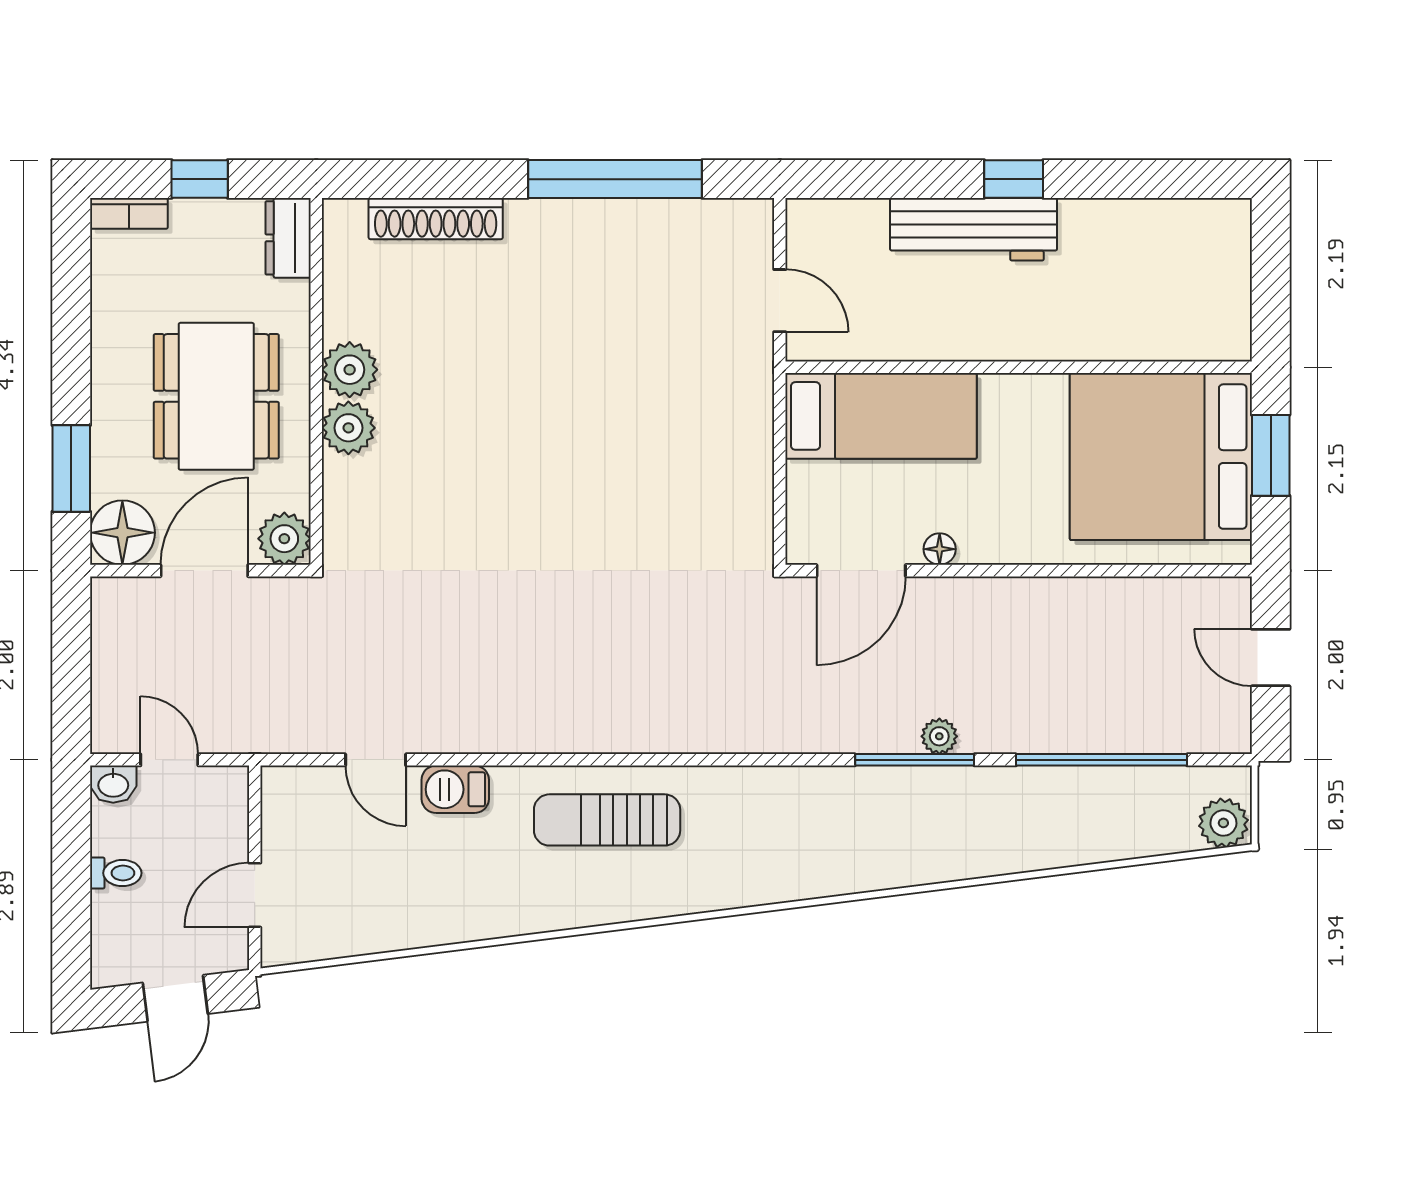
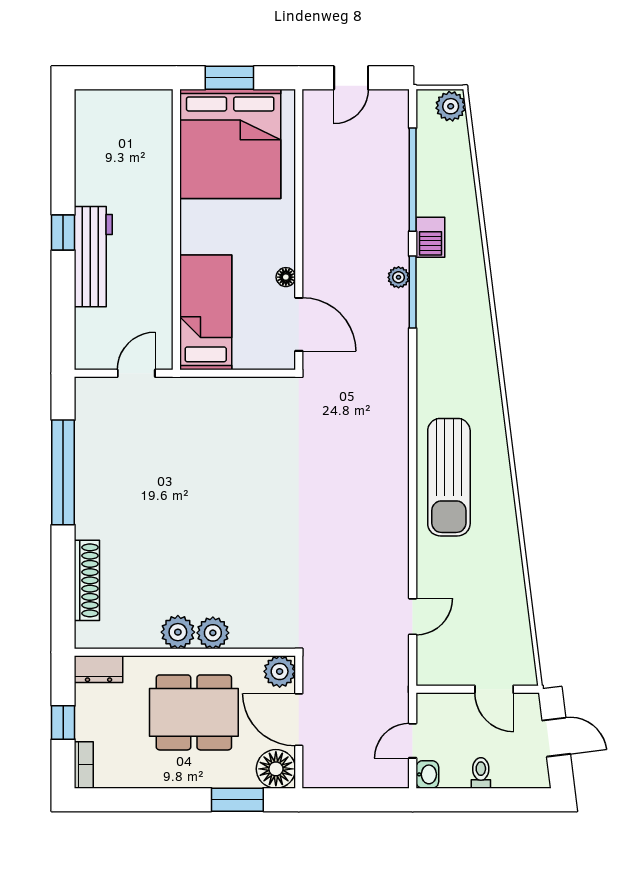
barbecue: (455, 789) -> (430, 237), moved
sun lounger: (607, 820) -> (449, 477), width x1.36, depth x1.34

